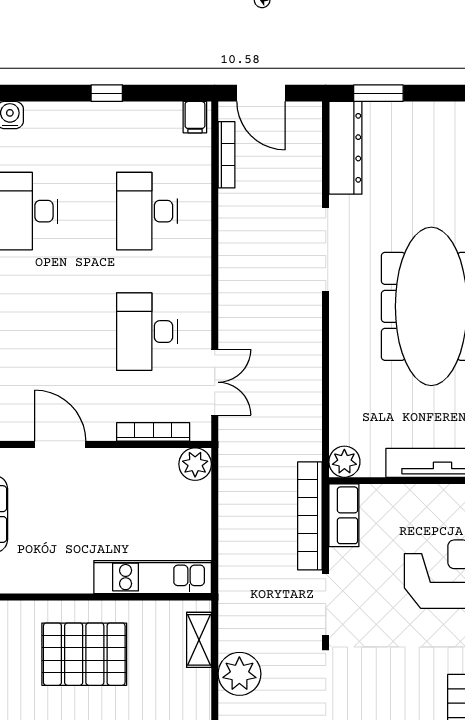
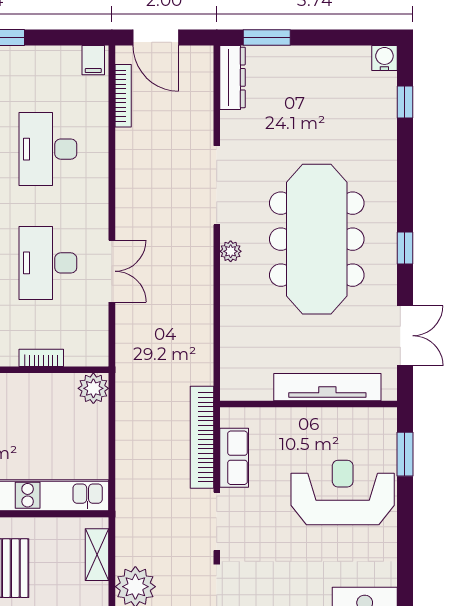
dresser: (345, 148) -> (232, 77), width x0.73, depth x0.80
double door: (215, 382) -> (112, 271), moved
bookcase: (153, 432) -> (41, 358), width x0.64
plant: (344, 462) -> (231, 251), moved, width x0.73, depth x0.73
row of seats: (344, 515) -> (234, 458), moved

